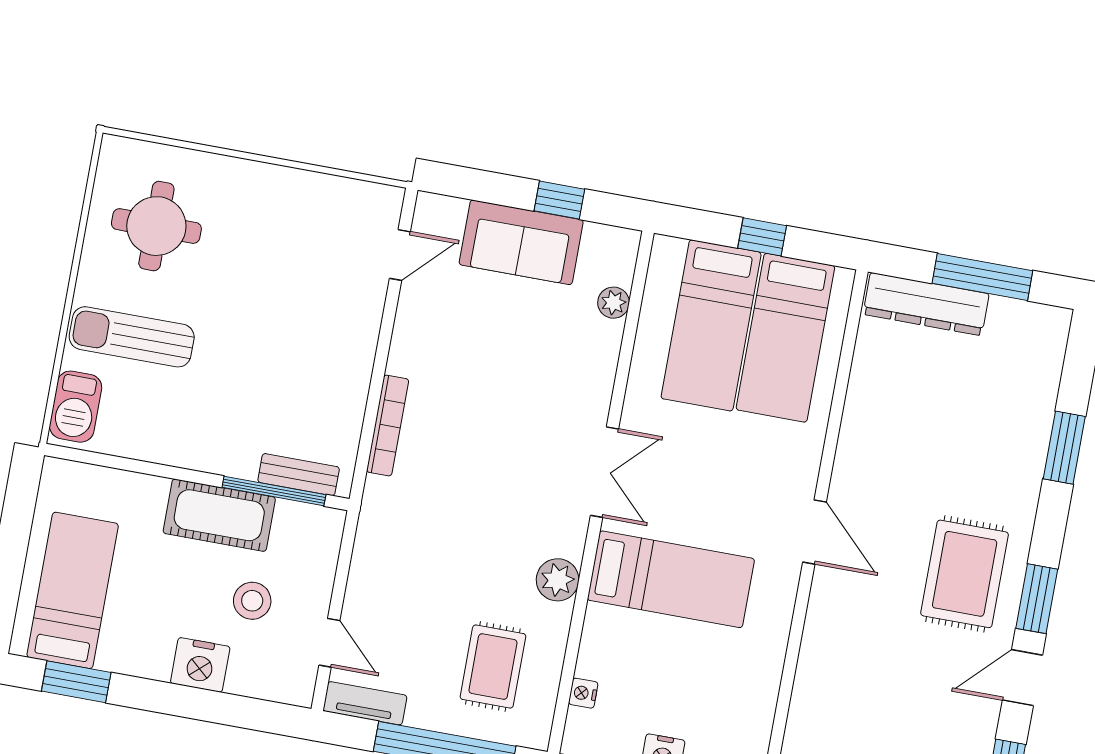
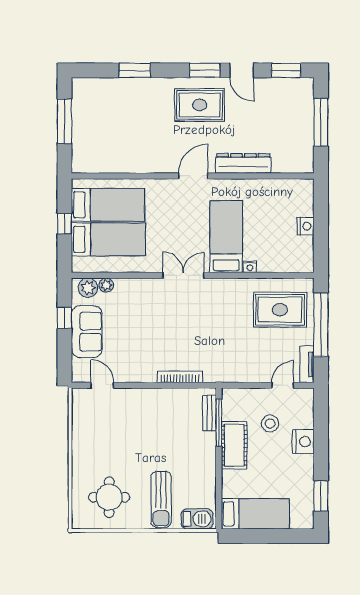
dresser: (926, 304) -> (243, 163), moved, turned -90
plant: (558, 580) -> (88, 288), moved
bed: (73, 590) -> (255, 514), moved, turned 180
rug: (493, 666) -> (280, 310), width x1.36, depth x1.43
nightstand: (583, 693) -> (250, 267), moved

